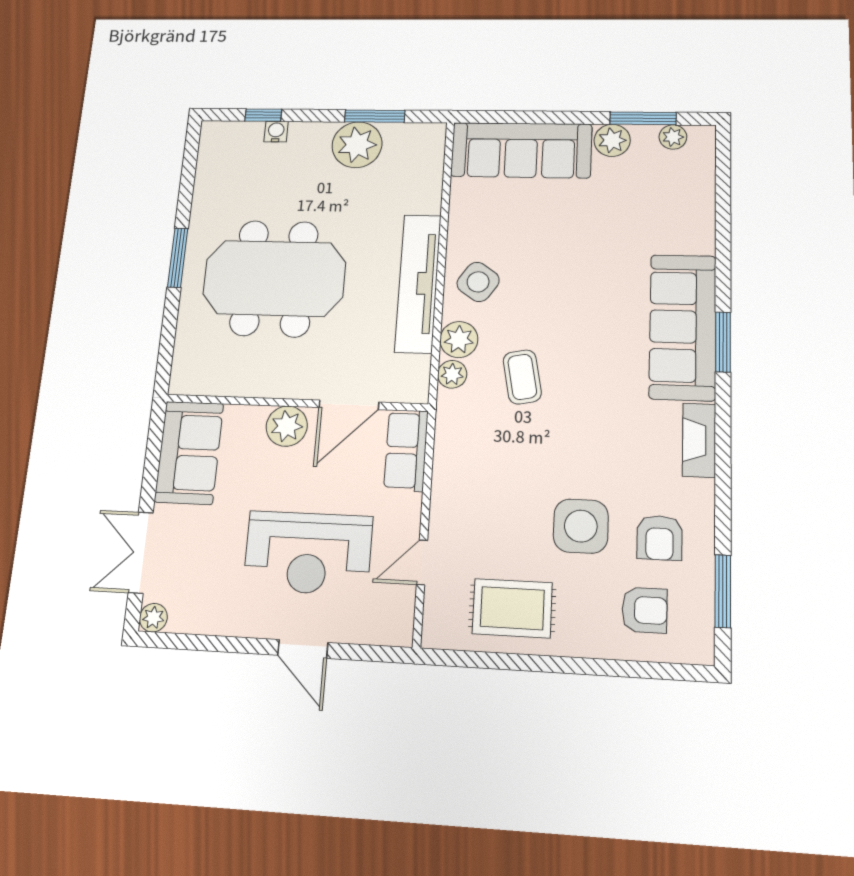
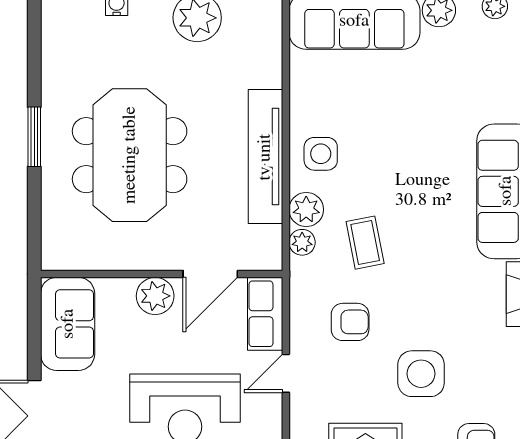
meeting table: (274, 278) -> (130, 155), turned 90
side table: (478, 282) -> (321, 154), turned -35
armchair: (660, 538) -> (350, 322), moved, turned -90
door: (422, 562) -> (286, 373), moved

